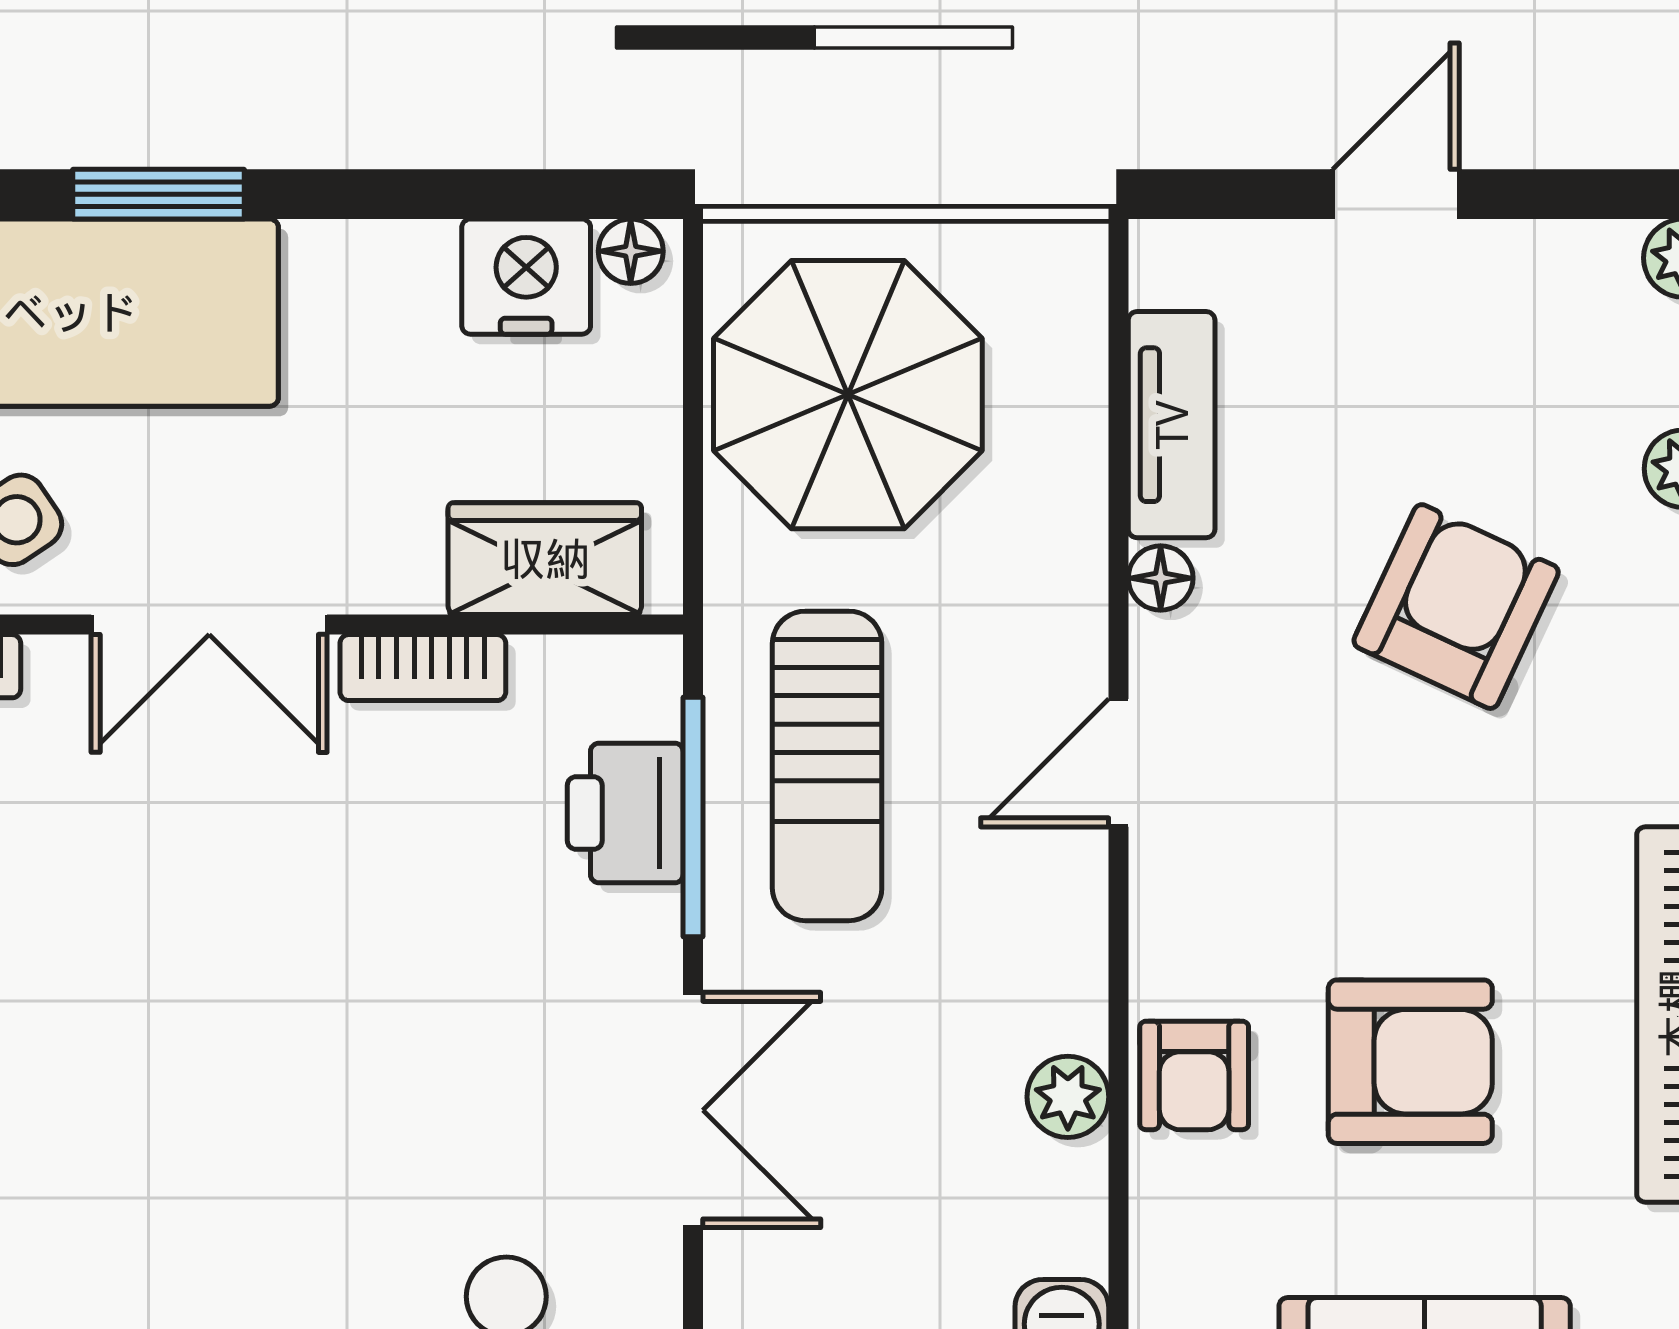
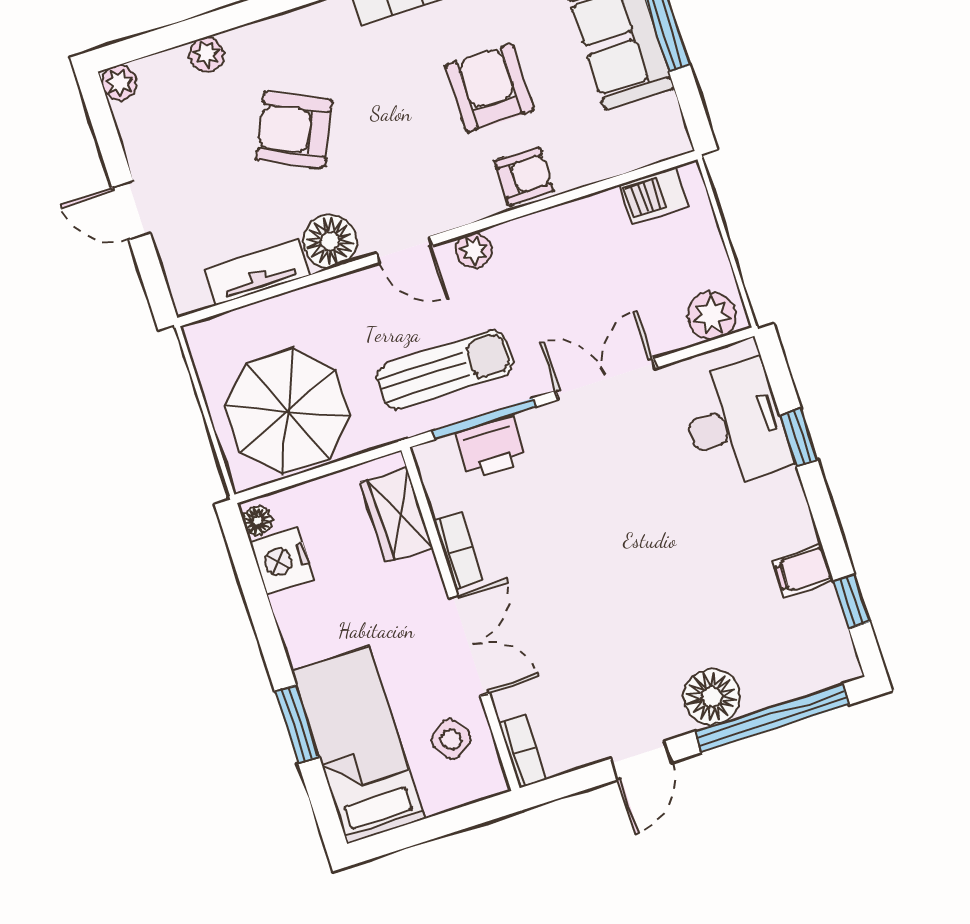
floor lamp: (1161, 578) -> (330, 241), width x1.89, depth x1.89
plant: (1068, 1097) -> (474, 250), moved

